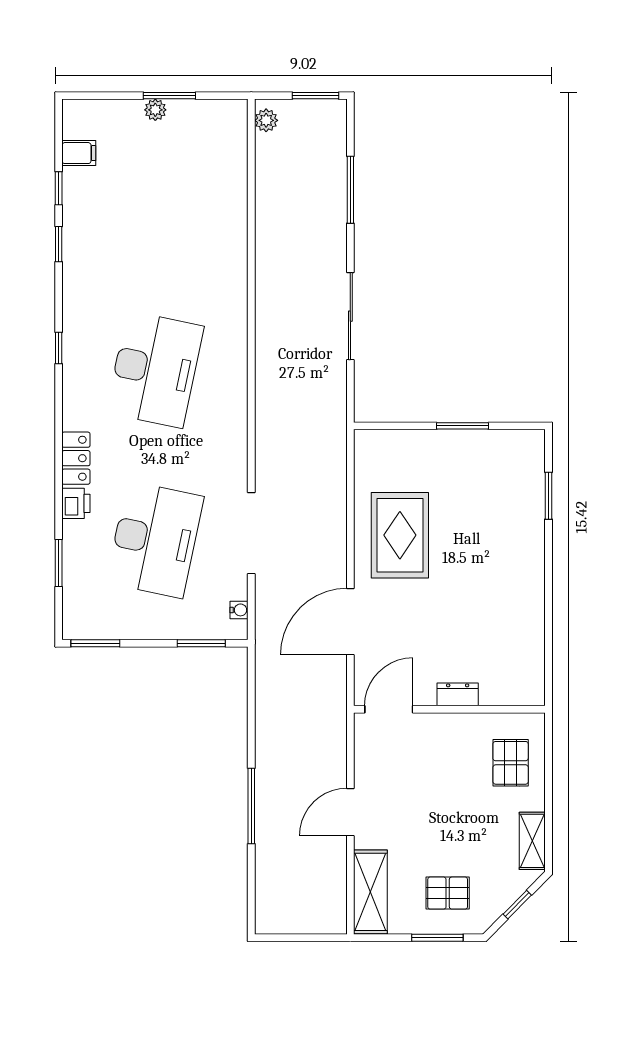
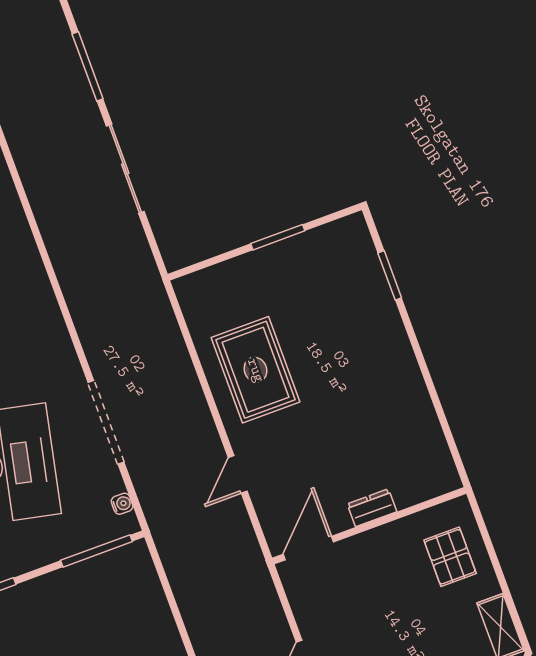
window: (350, 190) -> (88, 66), moved
door: (350, 622) -> (238, 474), width x0.53
window: (201, 643) -> (97, 551), width x1.44

